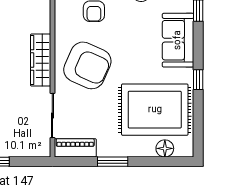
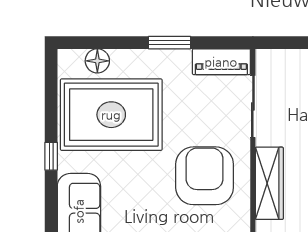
armchair: (87, 65) -> (205, 176), turned 66

